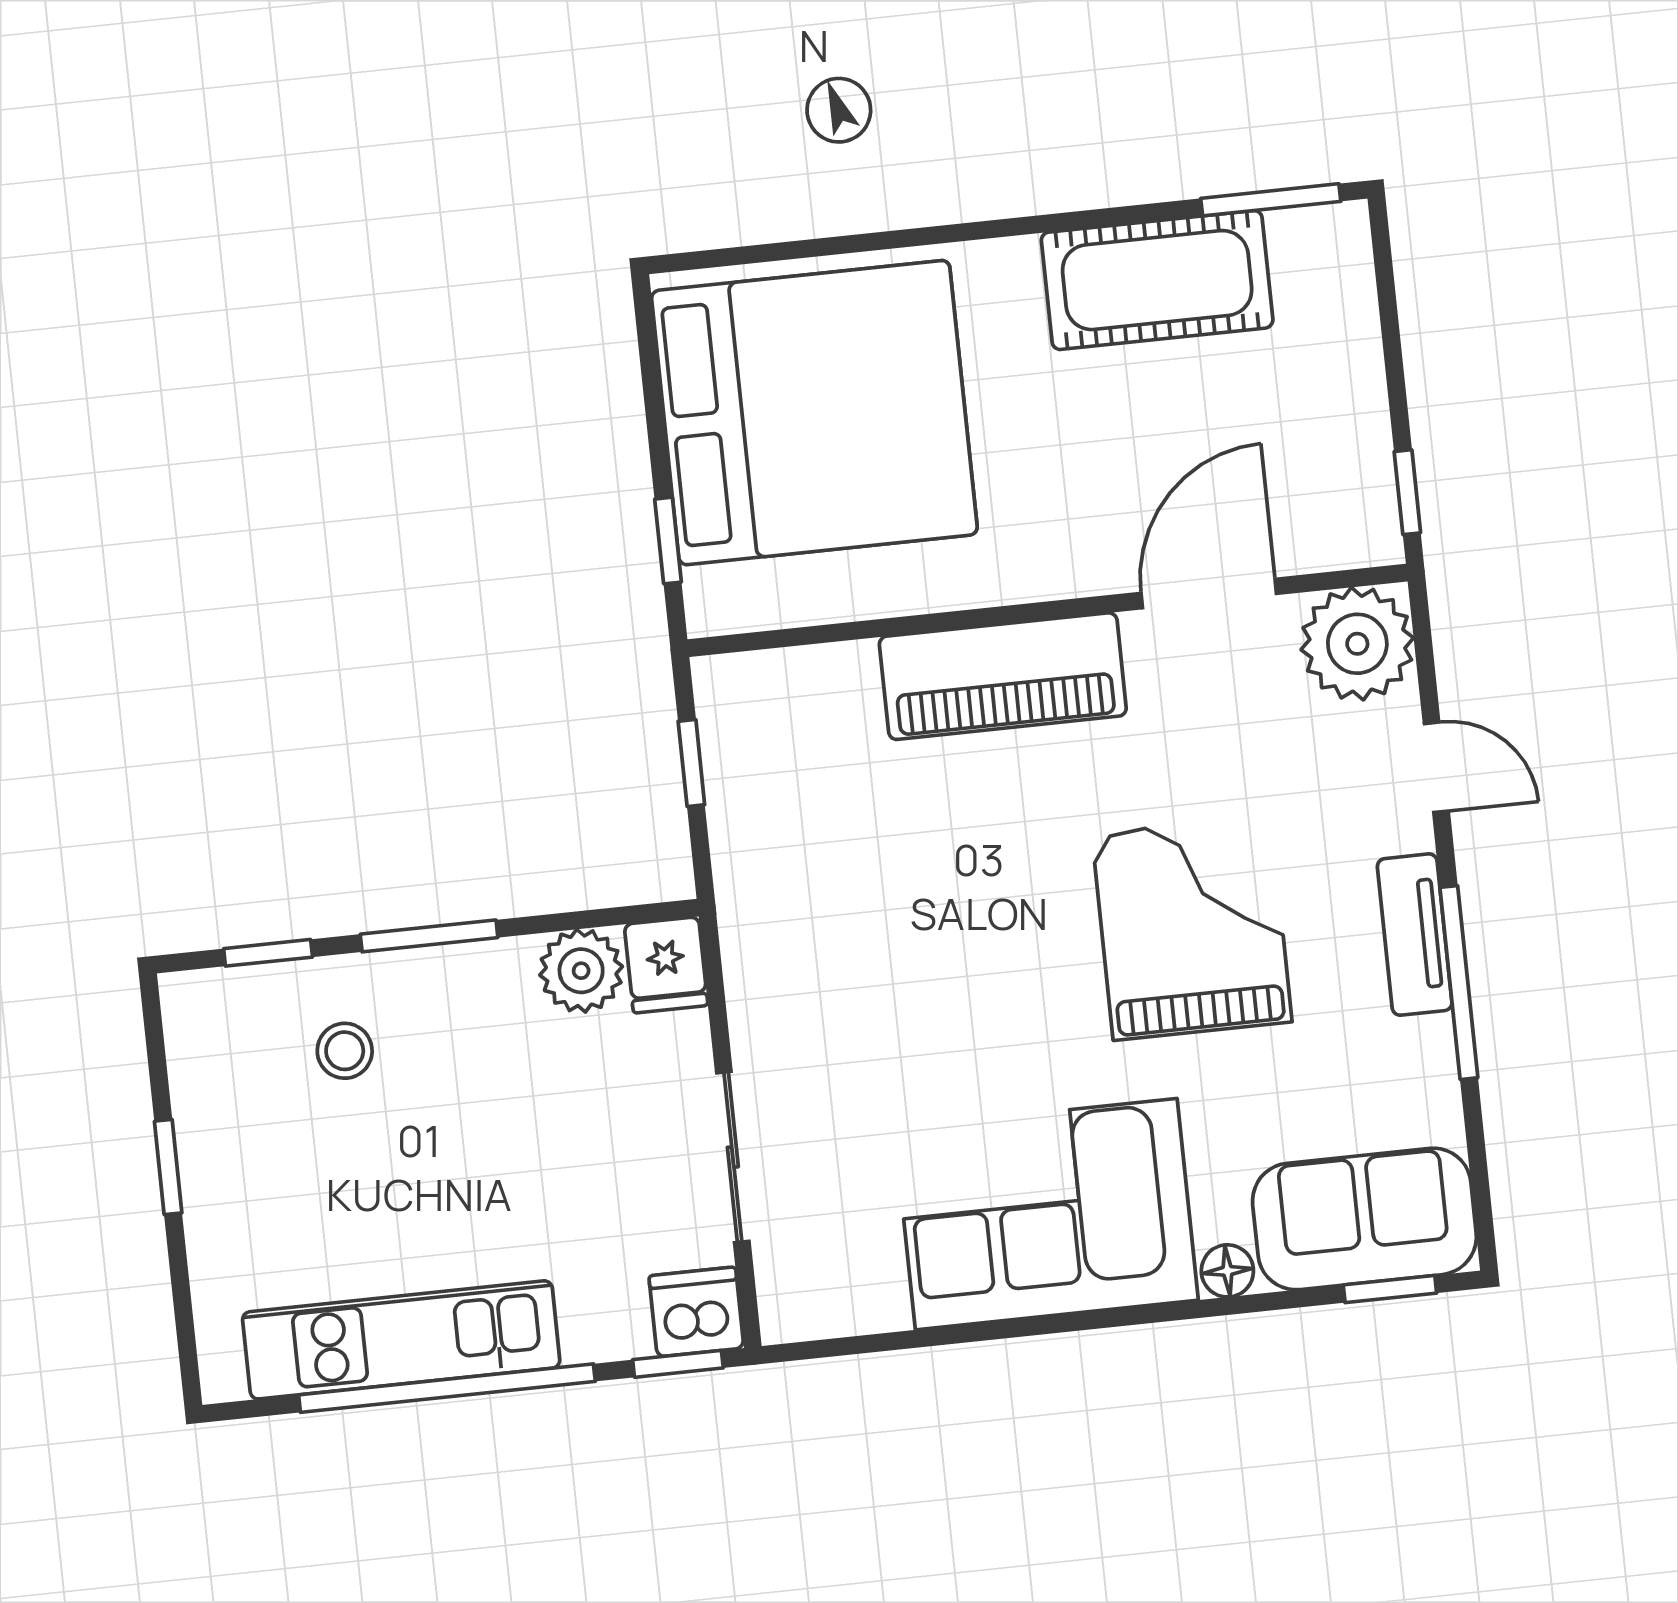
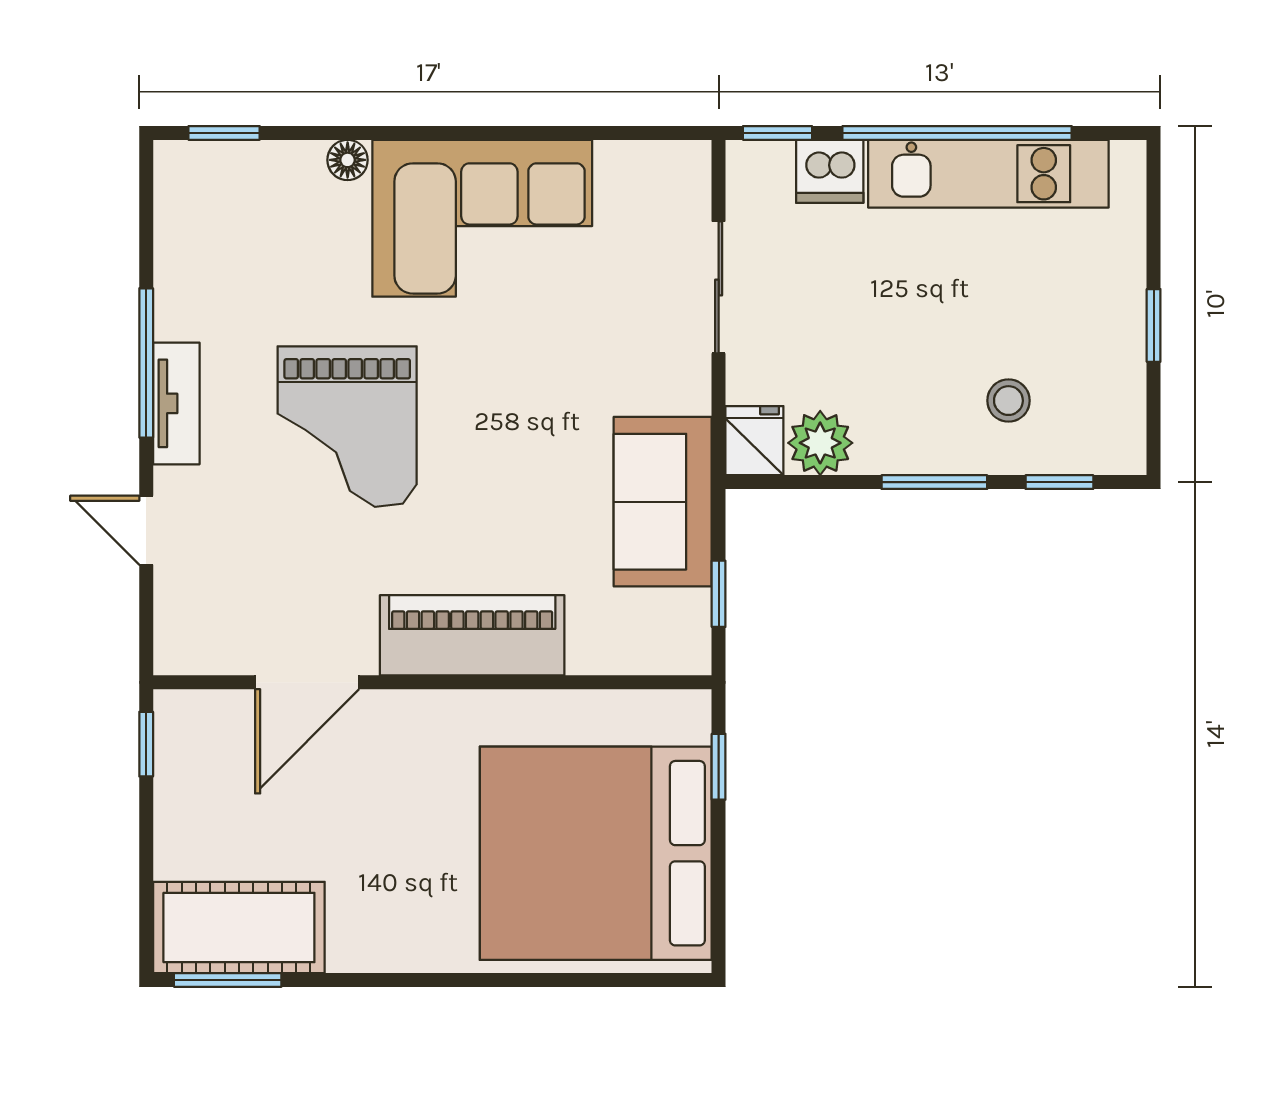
cot: (1157, 280) -> (239, 927), moved
plant: (1357, 644) -> (197, 632), removed
sofa: (1364, 1219) -> (663, 502), moved, turned 90
dishwasher: (696, 1312) -> (830, 171), moved

